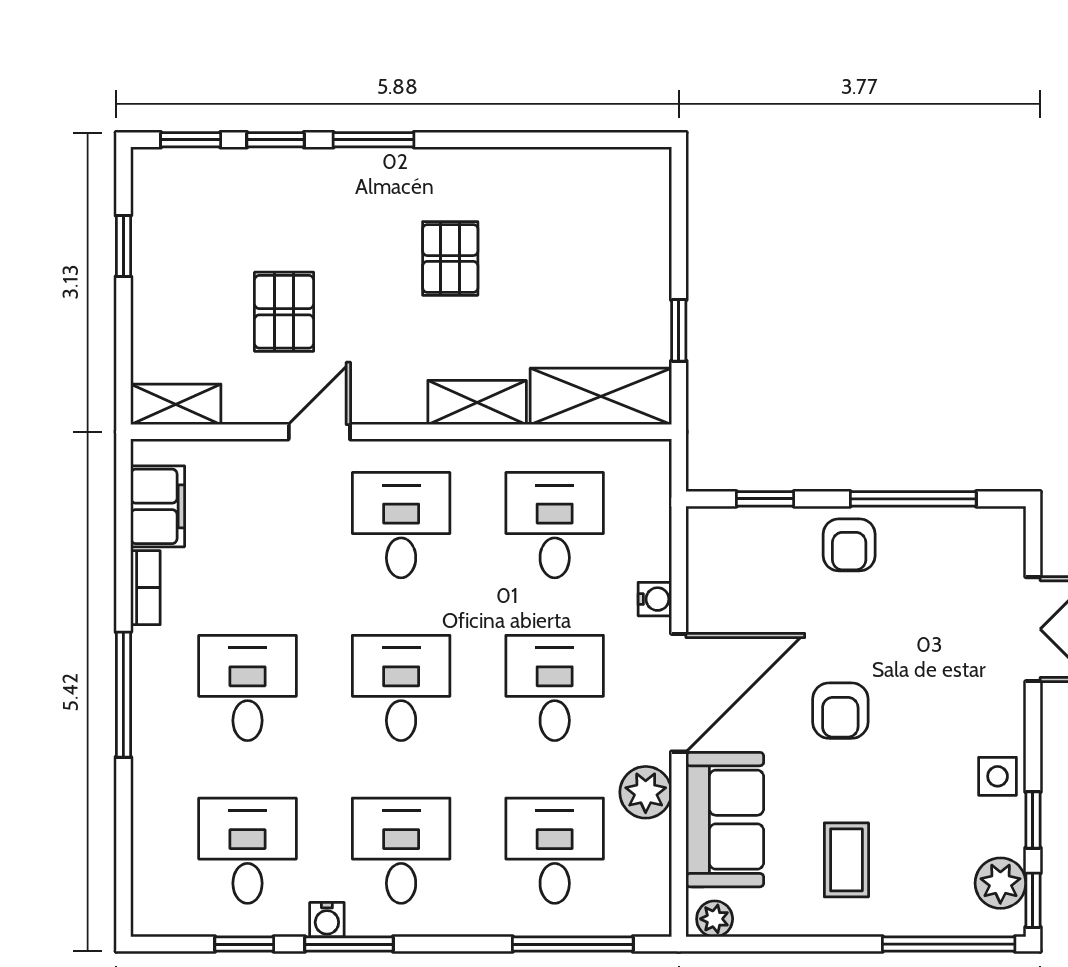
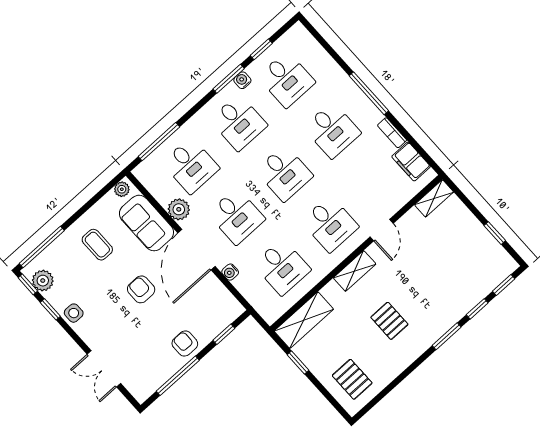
pallet: (284, 312) -> (352, 379), moved
shelving: (477, 402) -> (355, 271), moved

